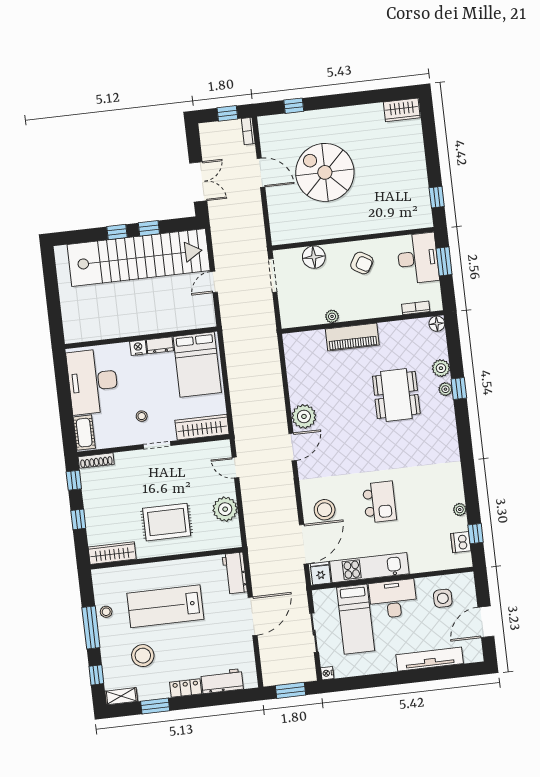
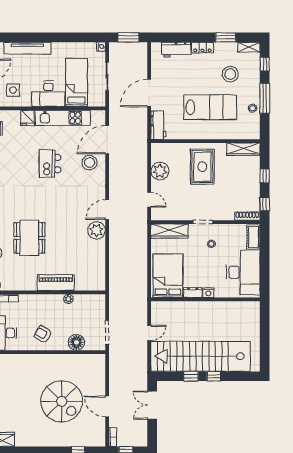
rug: (167, 522) -> (202, 167), turned 90
fridge: (321, 573) -> (28, 118), moved

